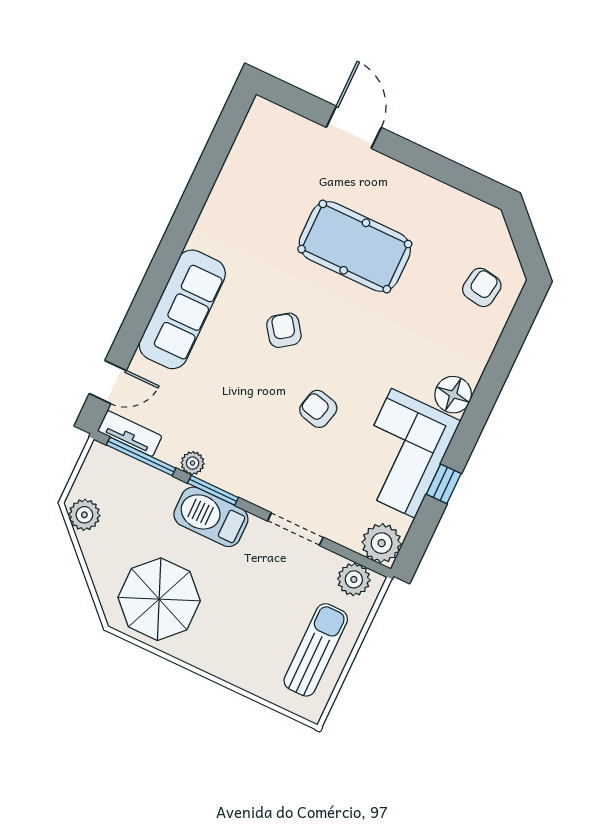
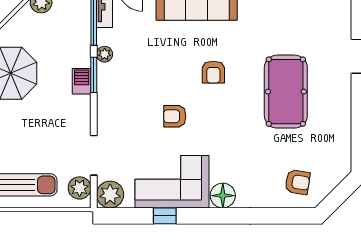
armchair: (284, 330) -> (213, 72), turned 126
armchair: (318, 409) -> (175, 116), turned -104
barbecue: (211, 517) -> (82, 81), width x0.53, depth x0.65
doorway: (295, 529) -> (94, 155), moved

